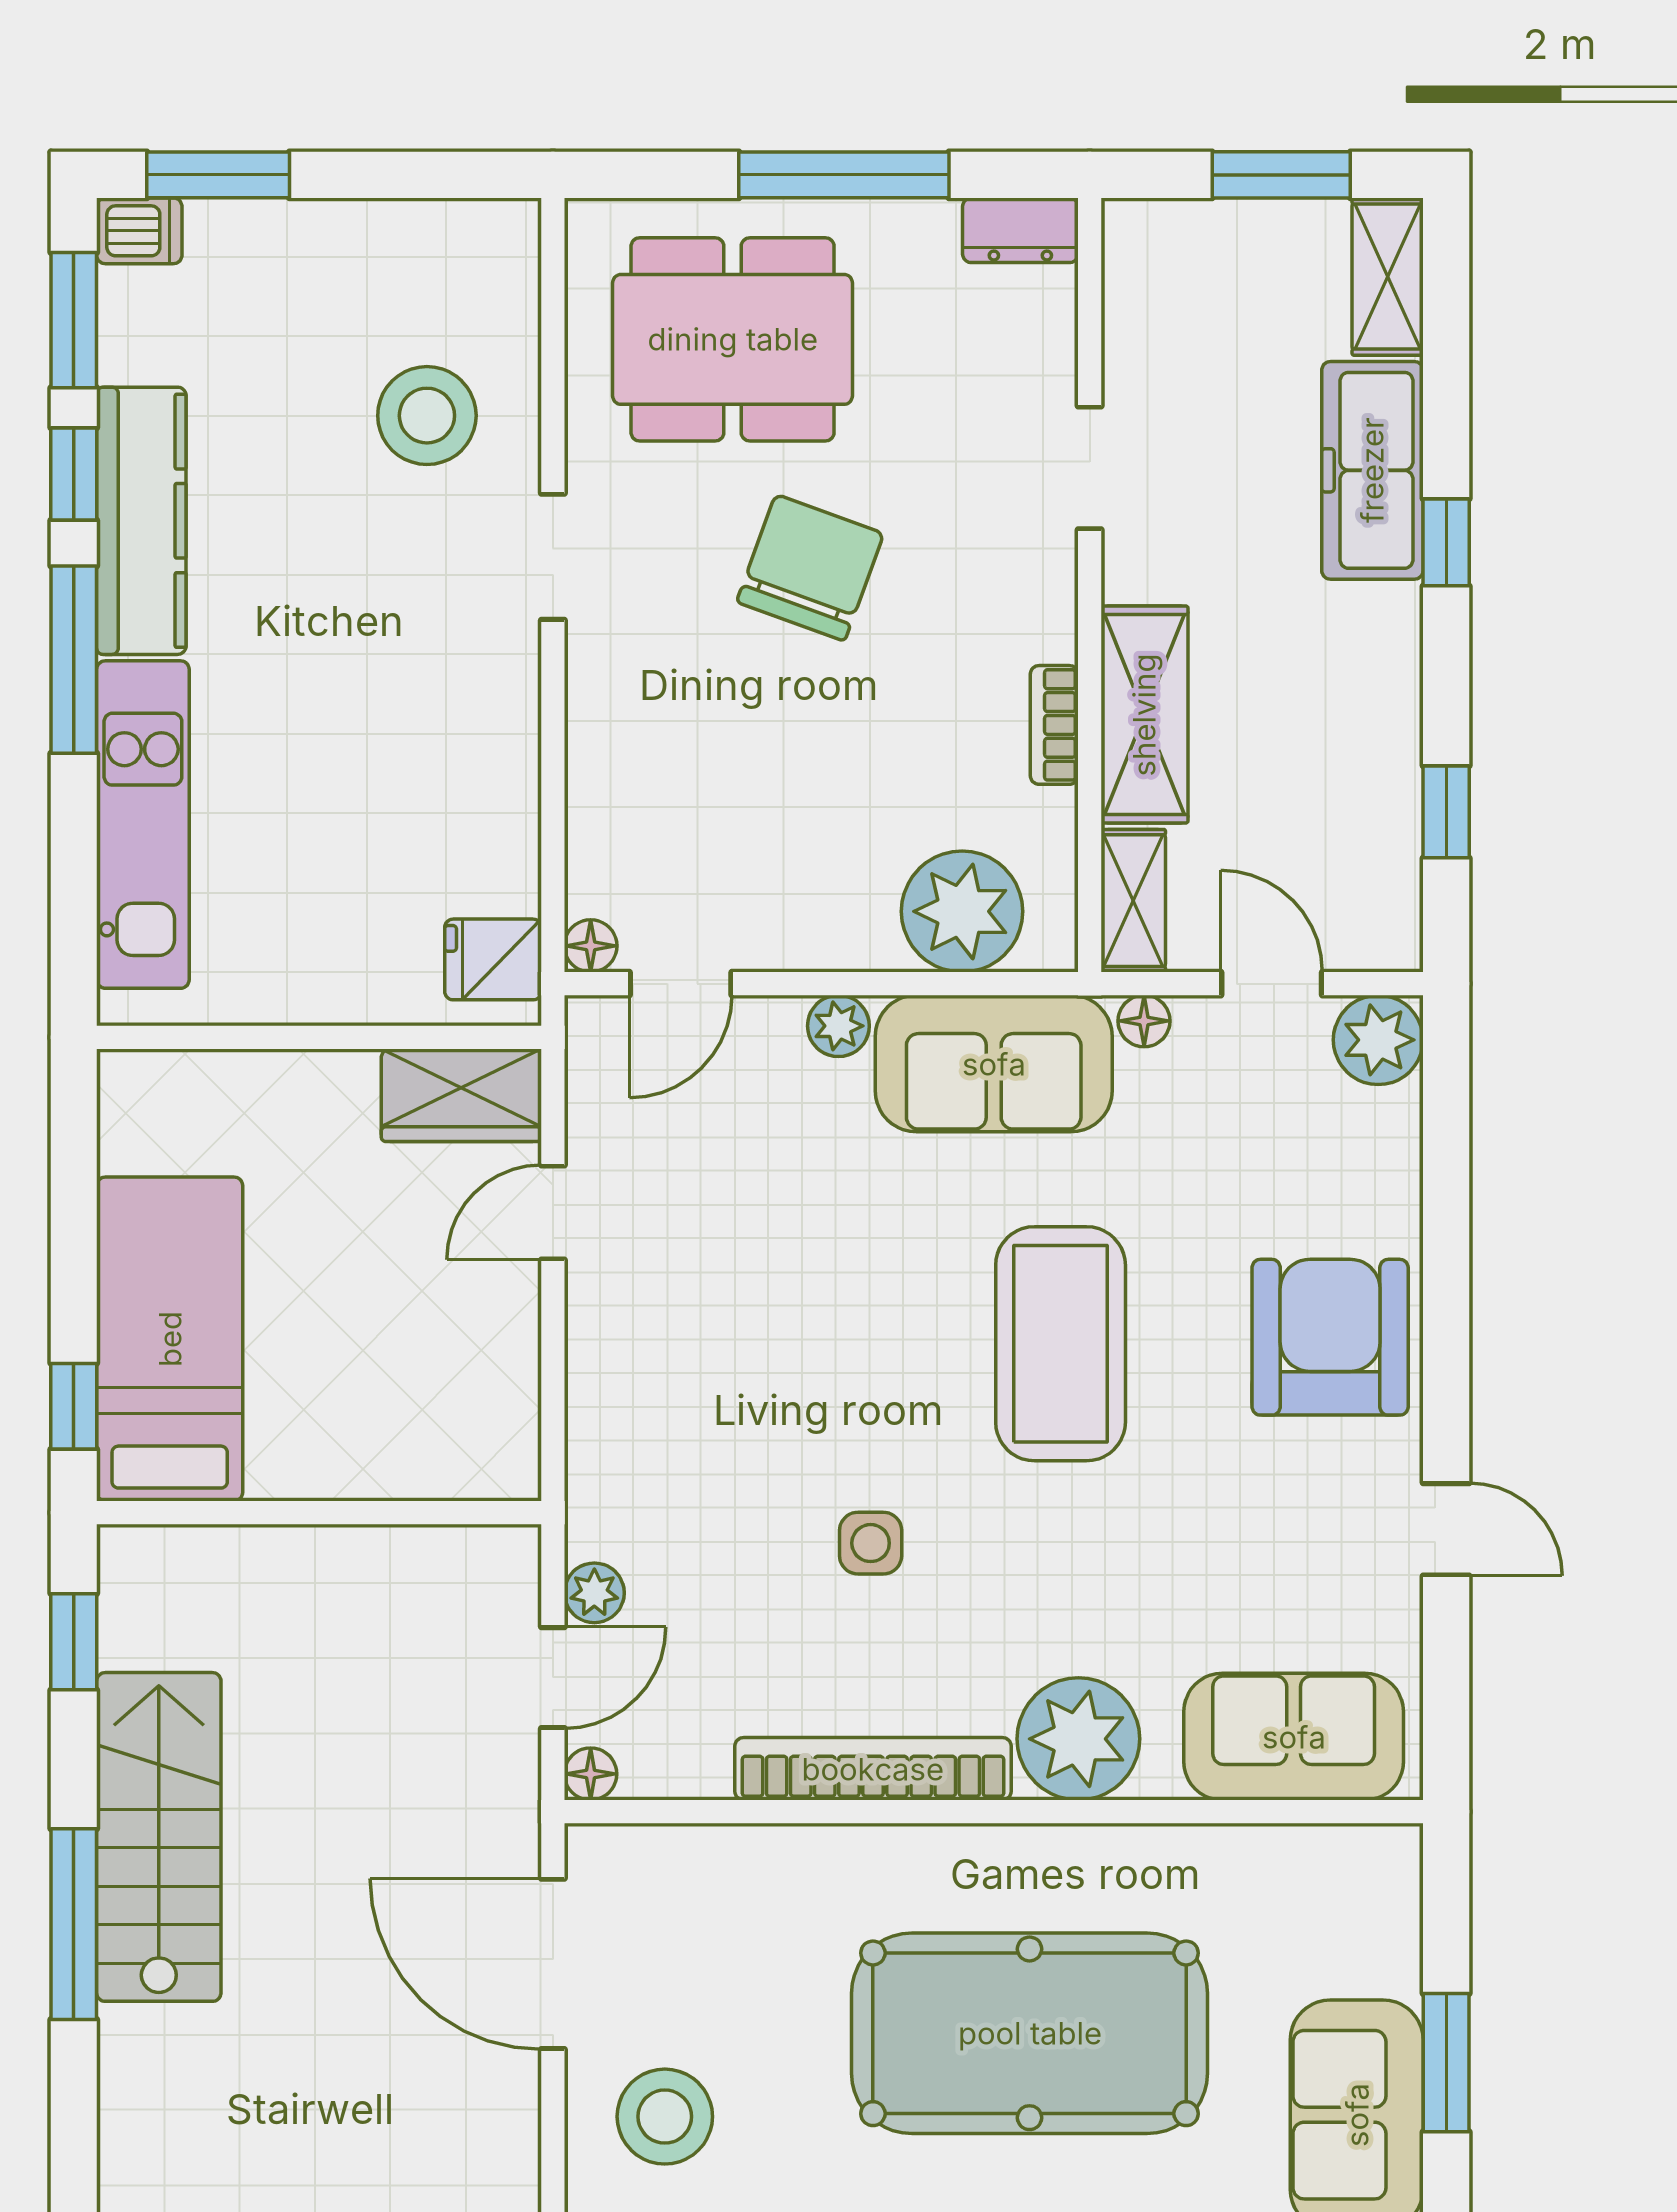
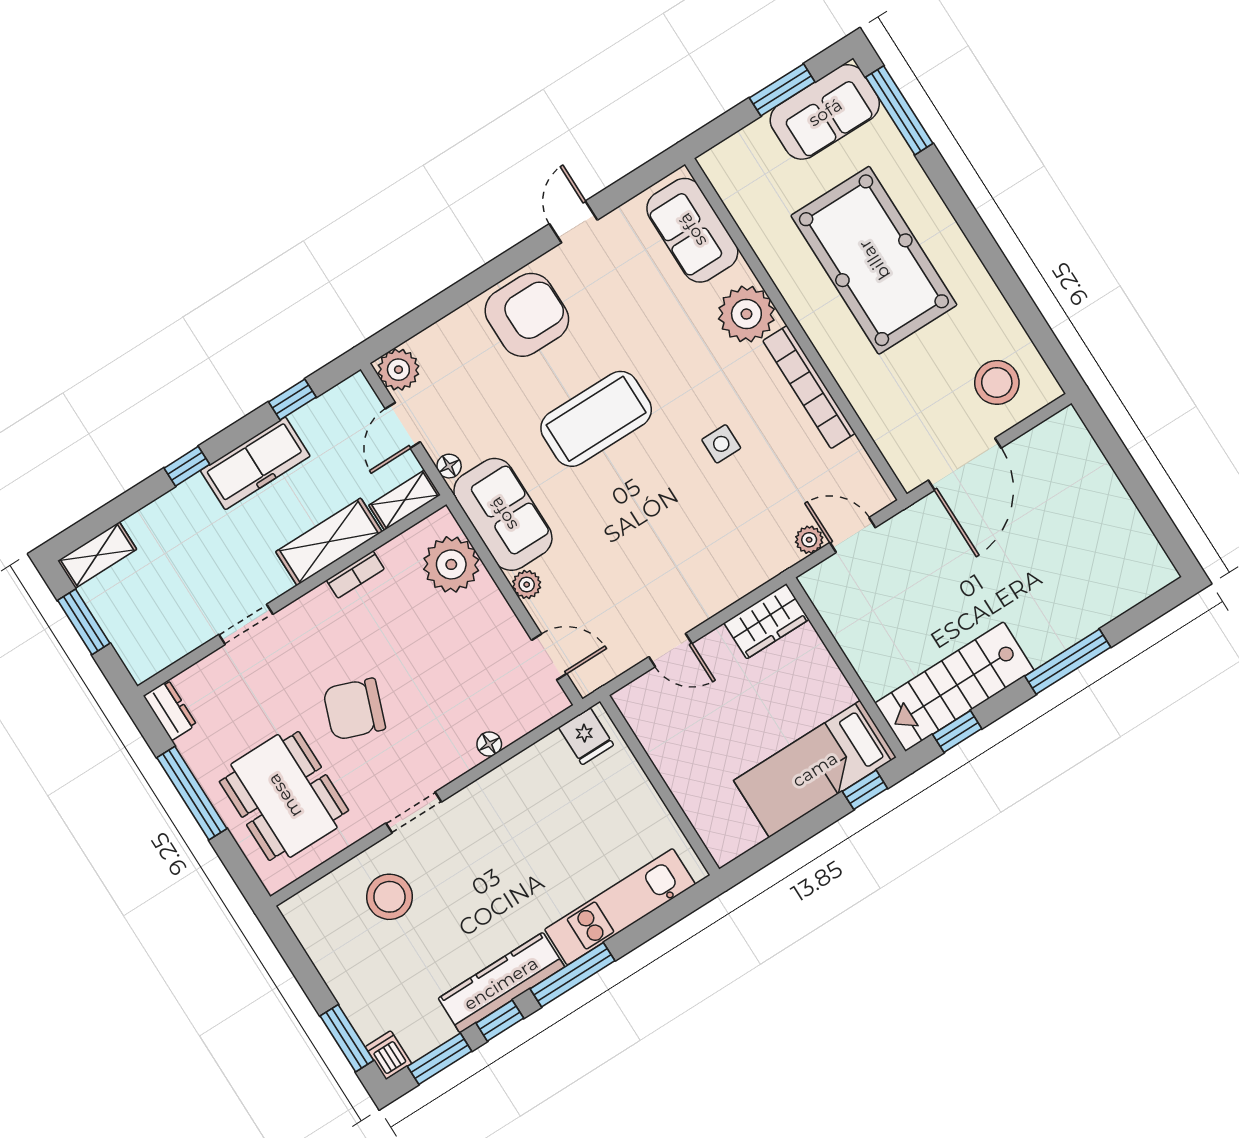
freezer: (1372, 470) -> (255, 463), moved
floor lamp: (591, 946) -> (489, 744), moved
wardrobe: (461, 1095) -> (766, 621), moved, turned 90
armchair: (1330, 1337) -> (527, 315), turned 180
floor lamp: (591, 1774) -> (881, 496), removed
stairs: (159, 1837) -> (954, 687), moved

